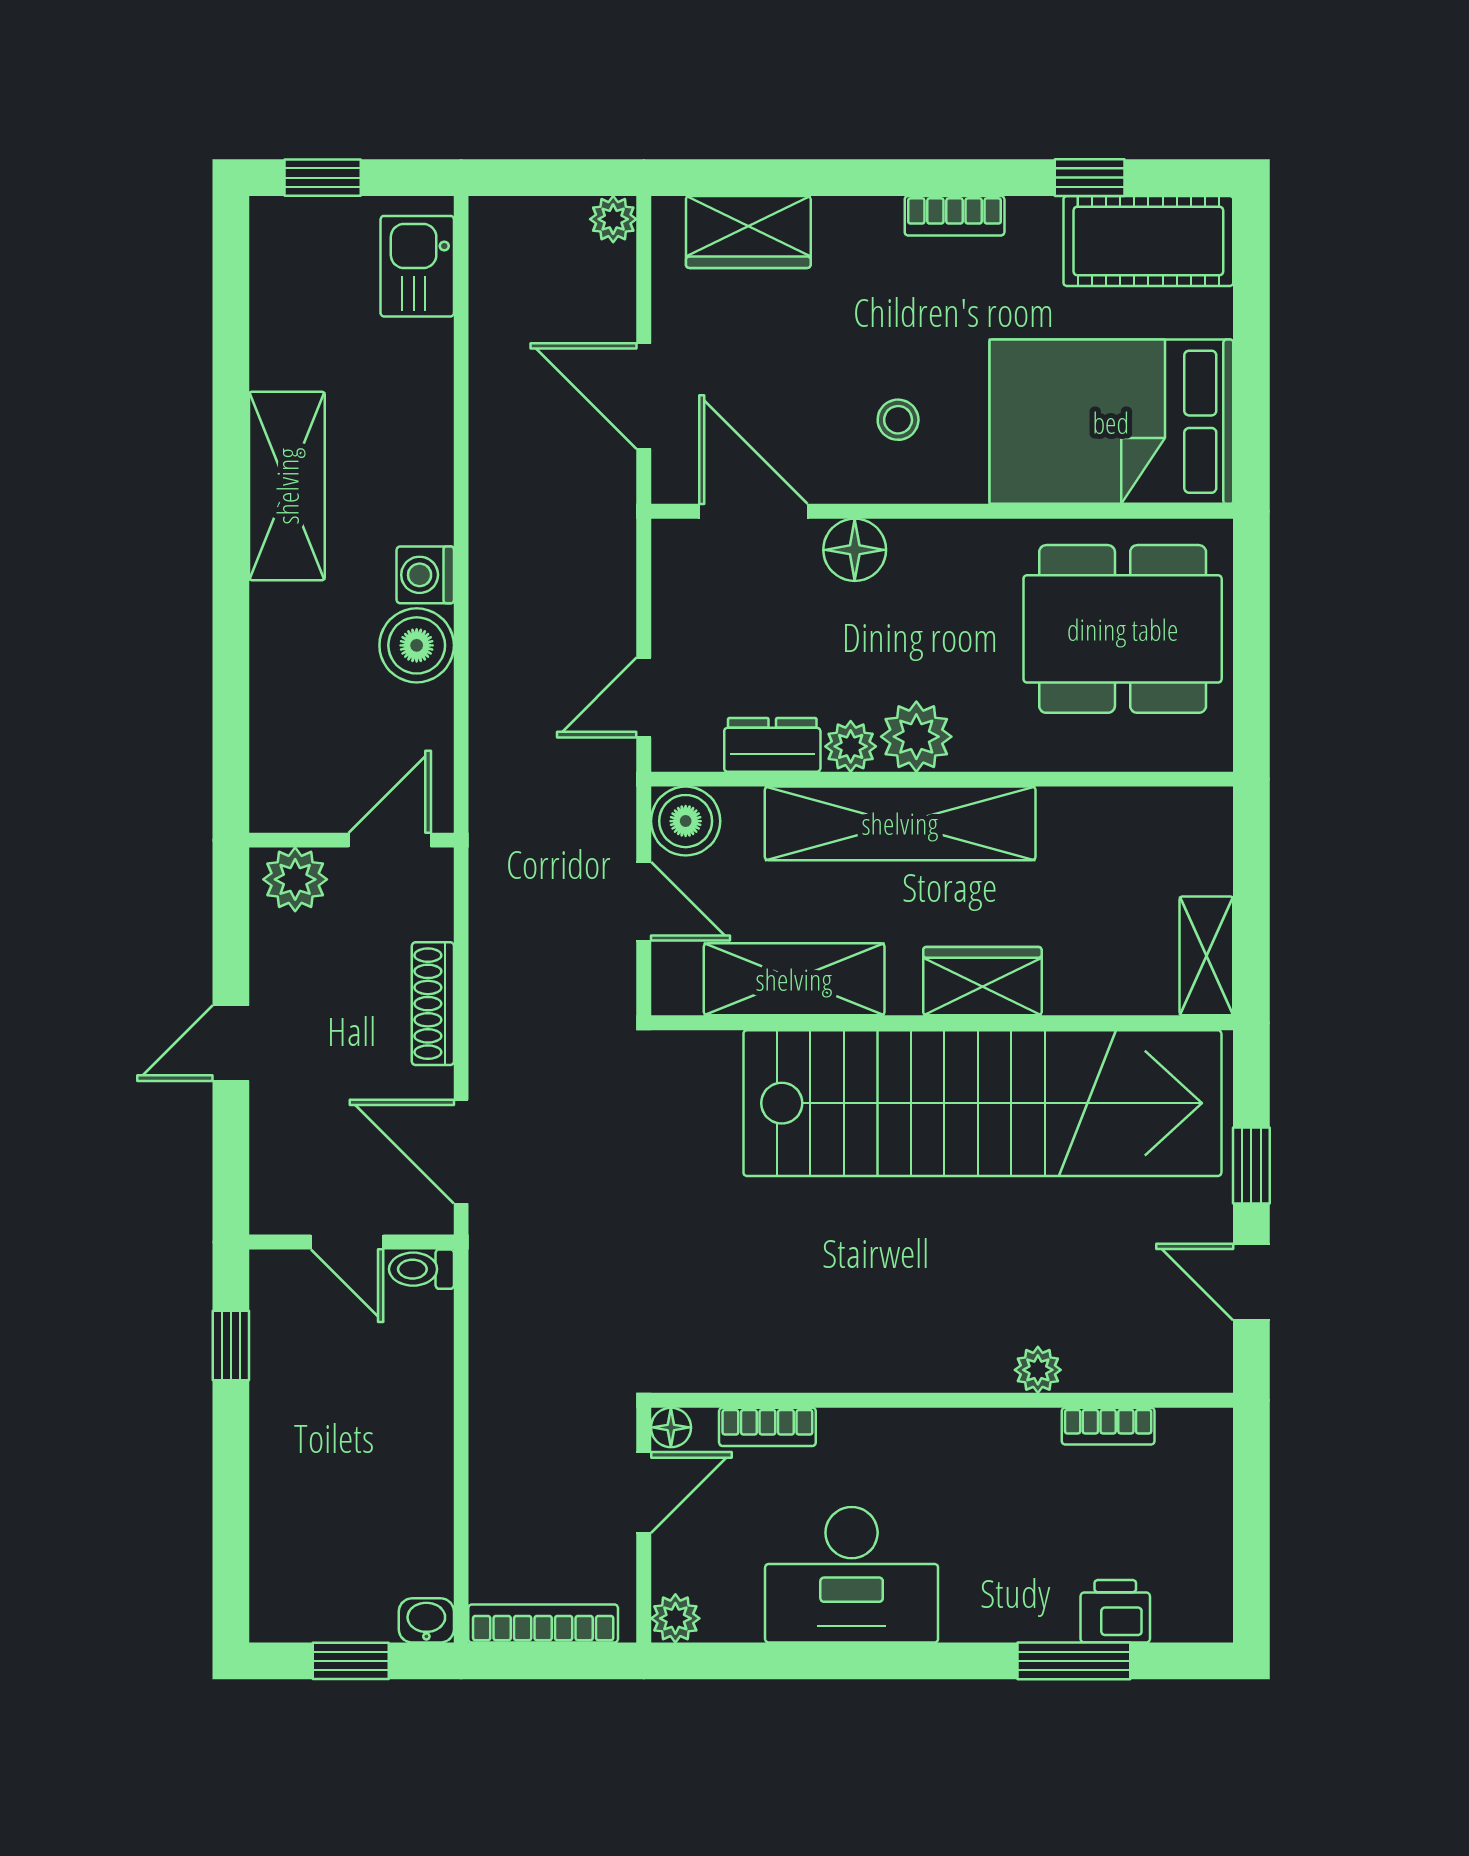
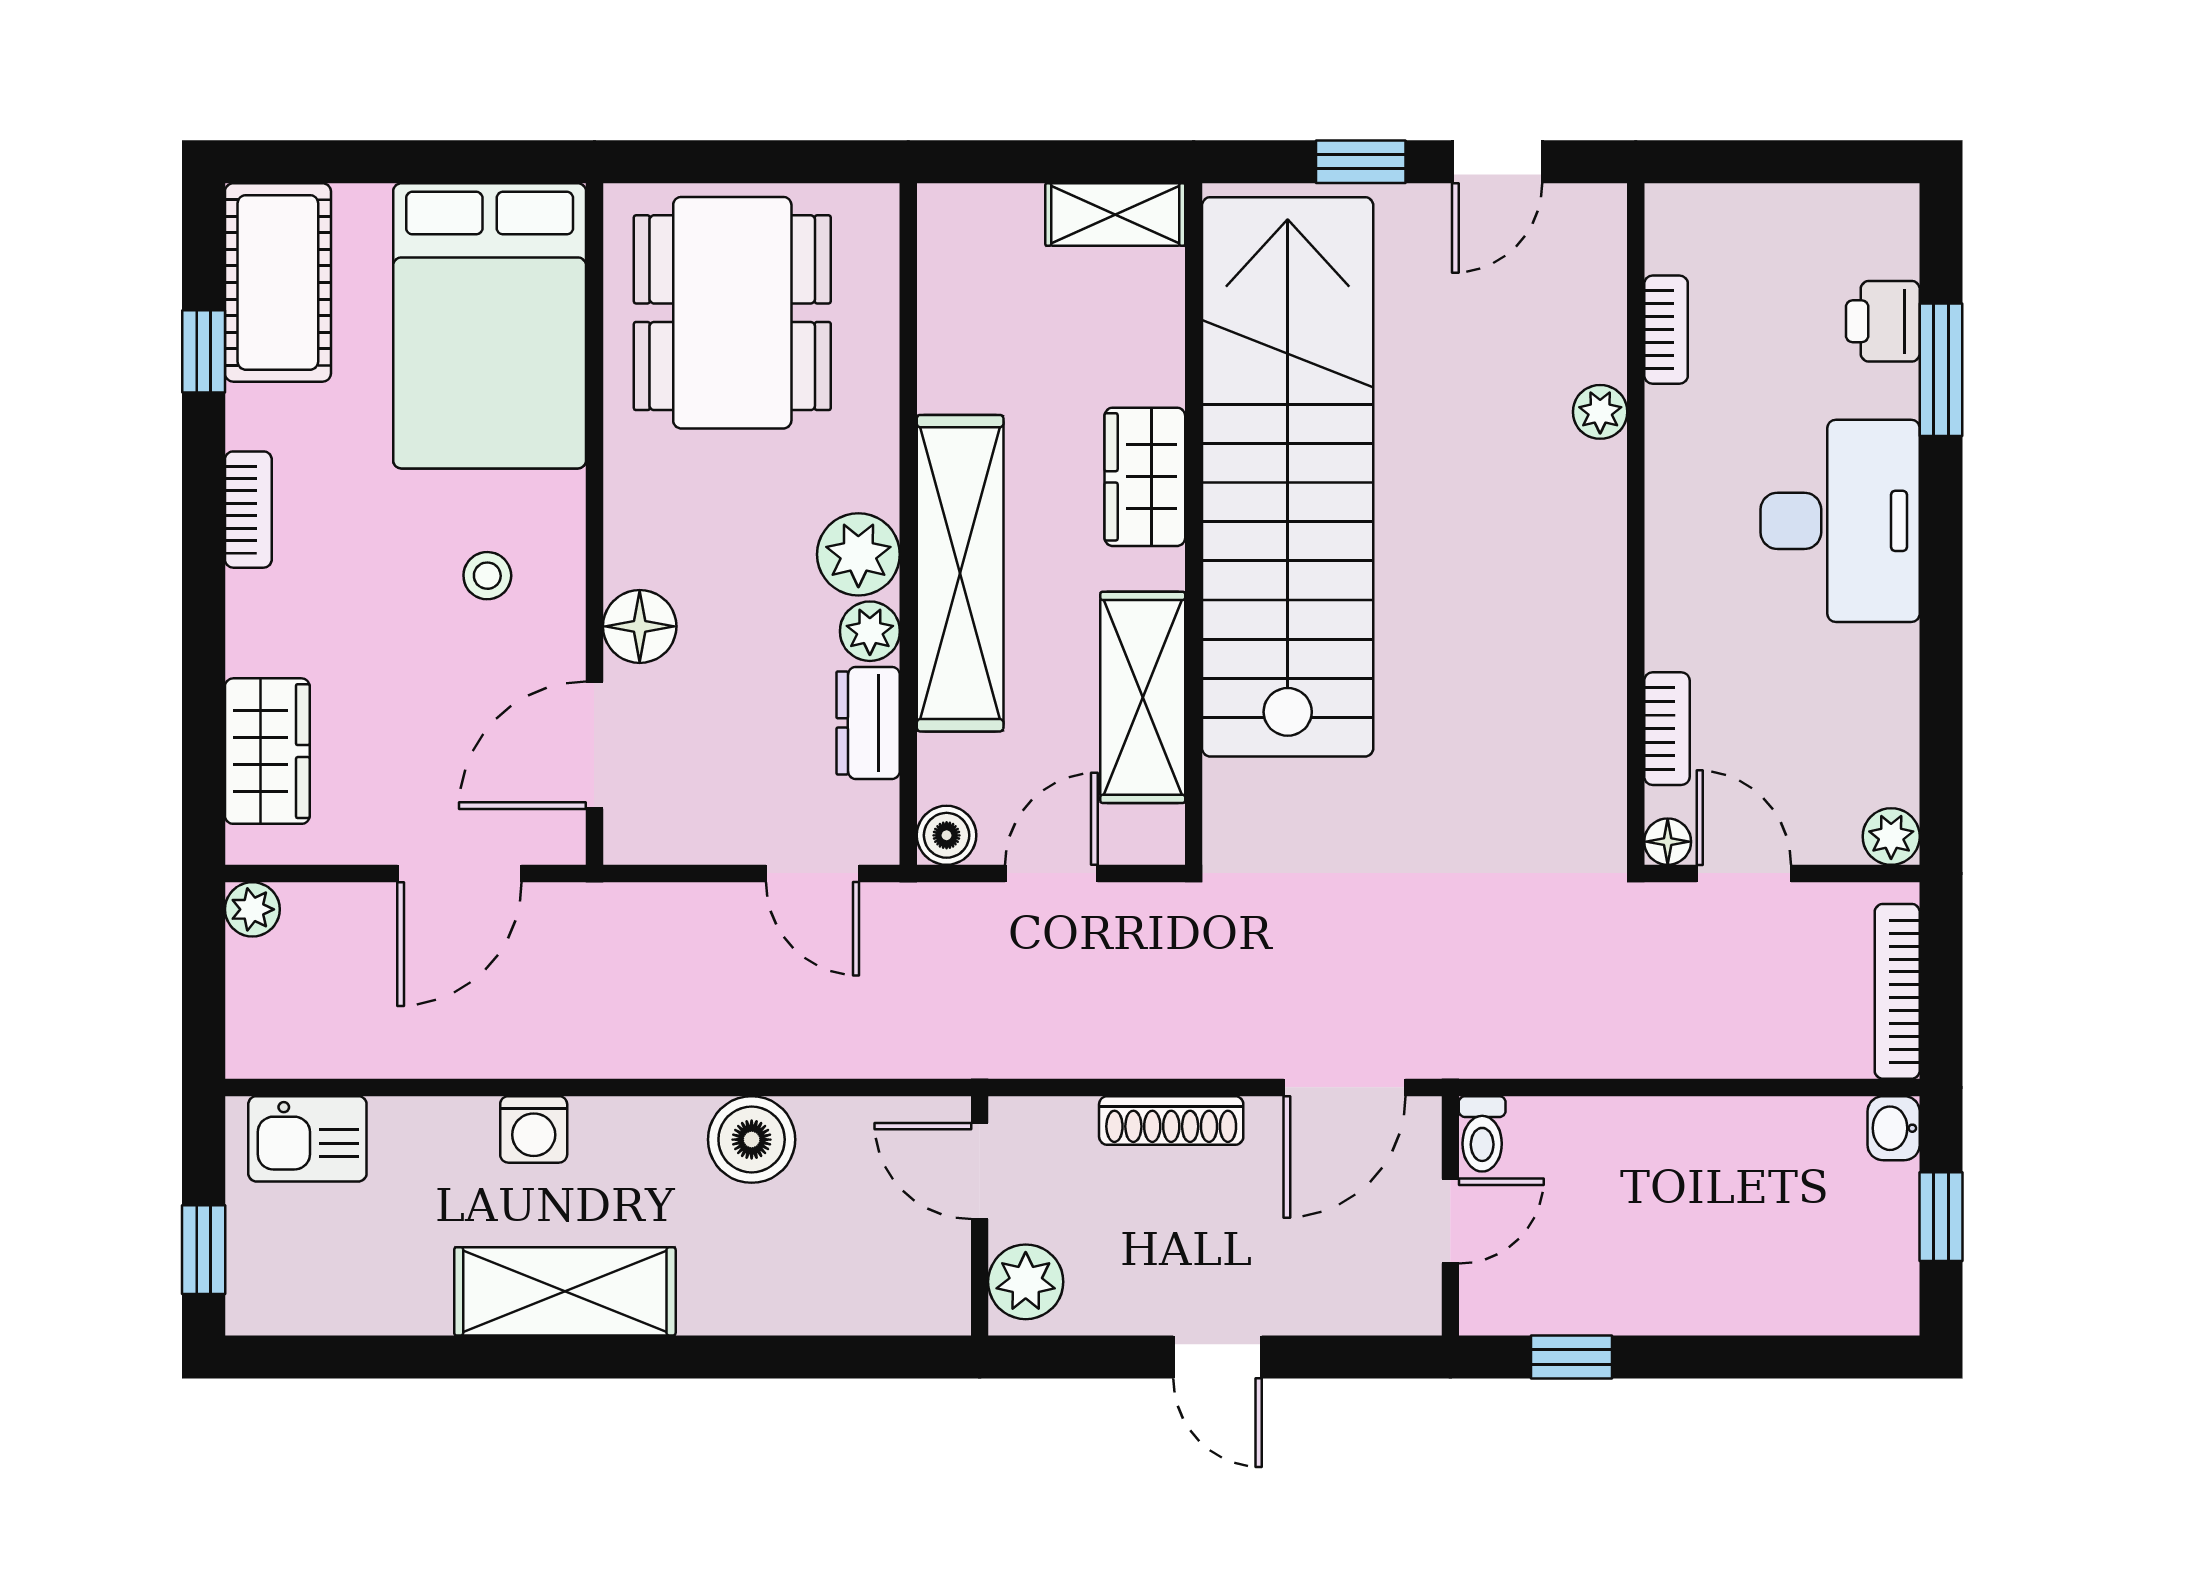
washing machine: (425, 575) -> (534, 1129), moved
boiler: (686, 821) -> (947, 835), width x0.73, depth x0.73
desk: (852, 1575) -> (1840, 521), moved

